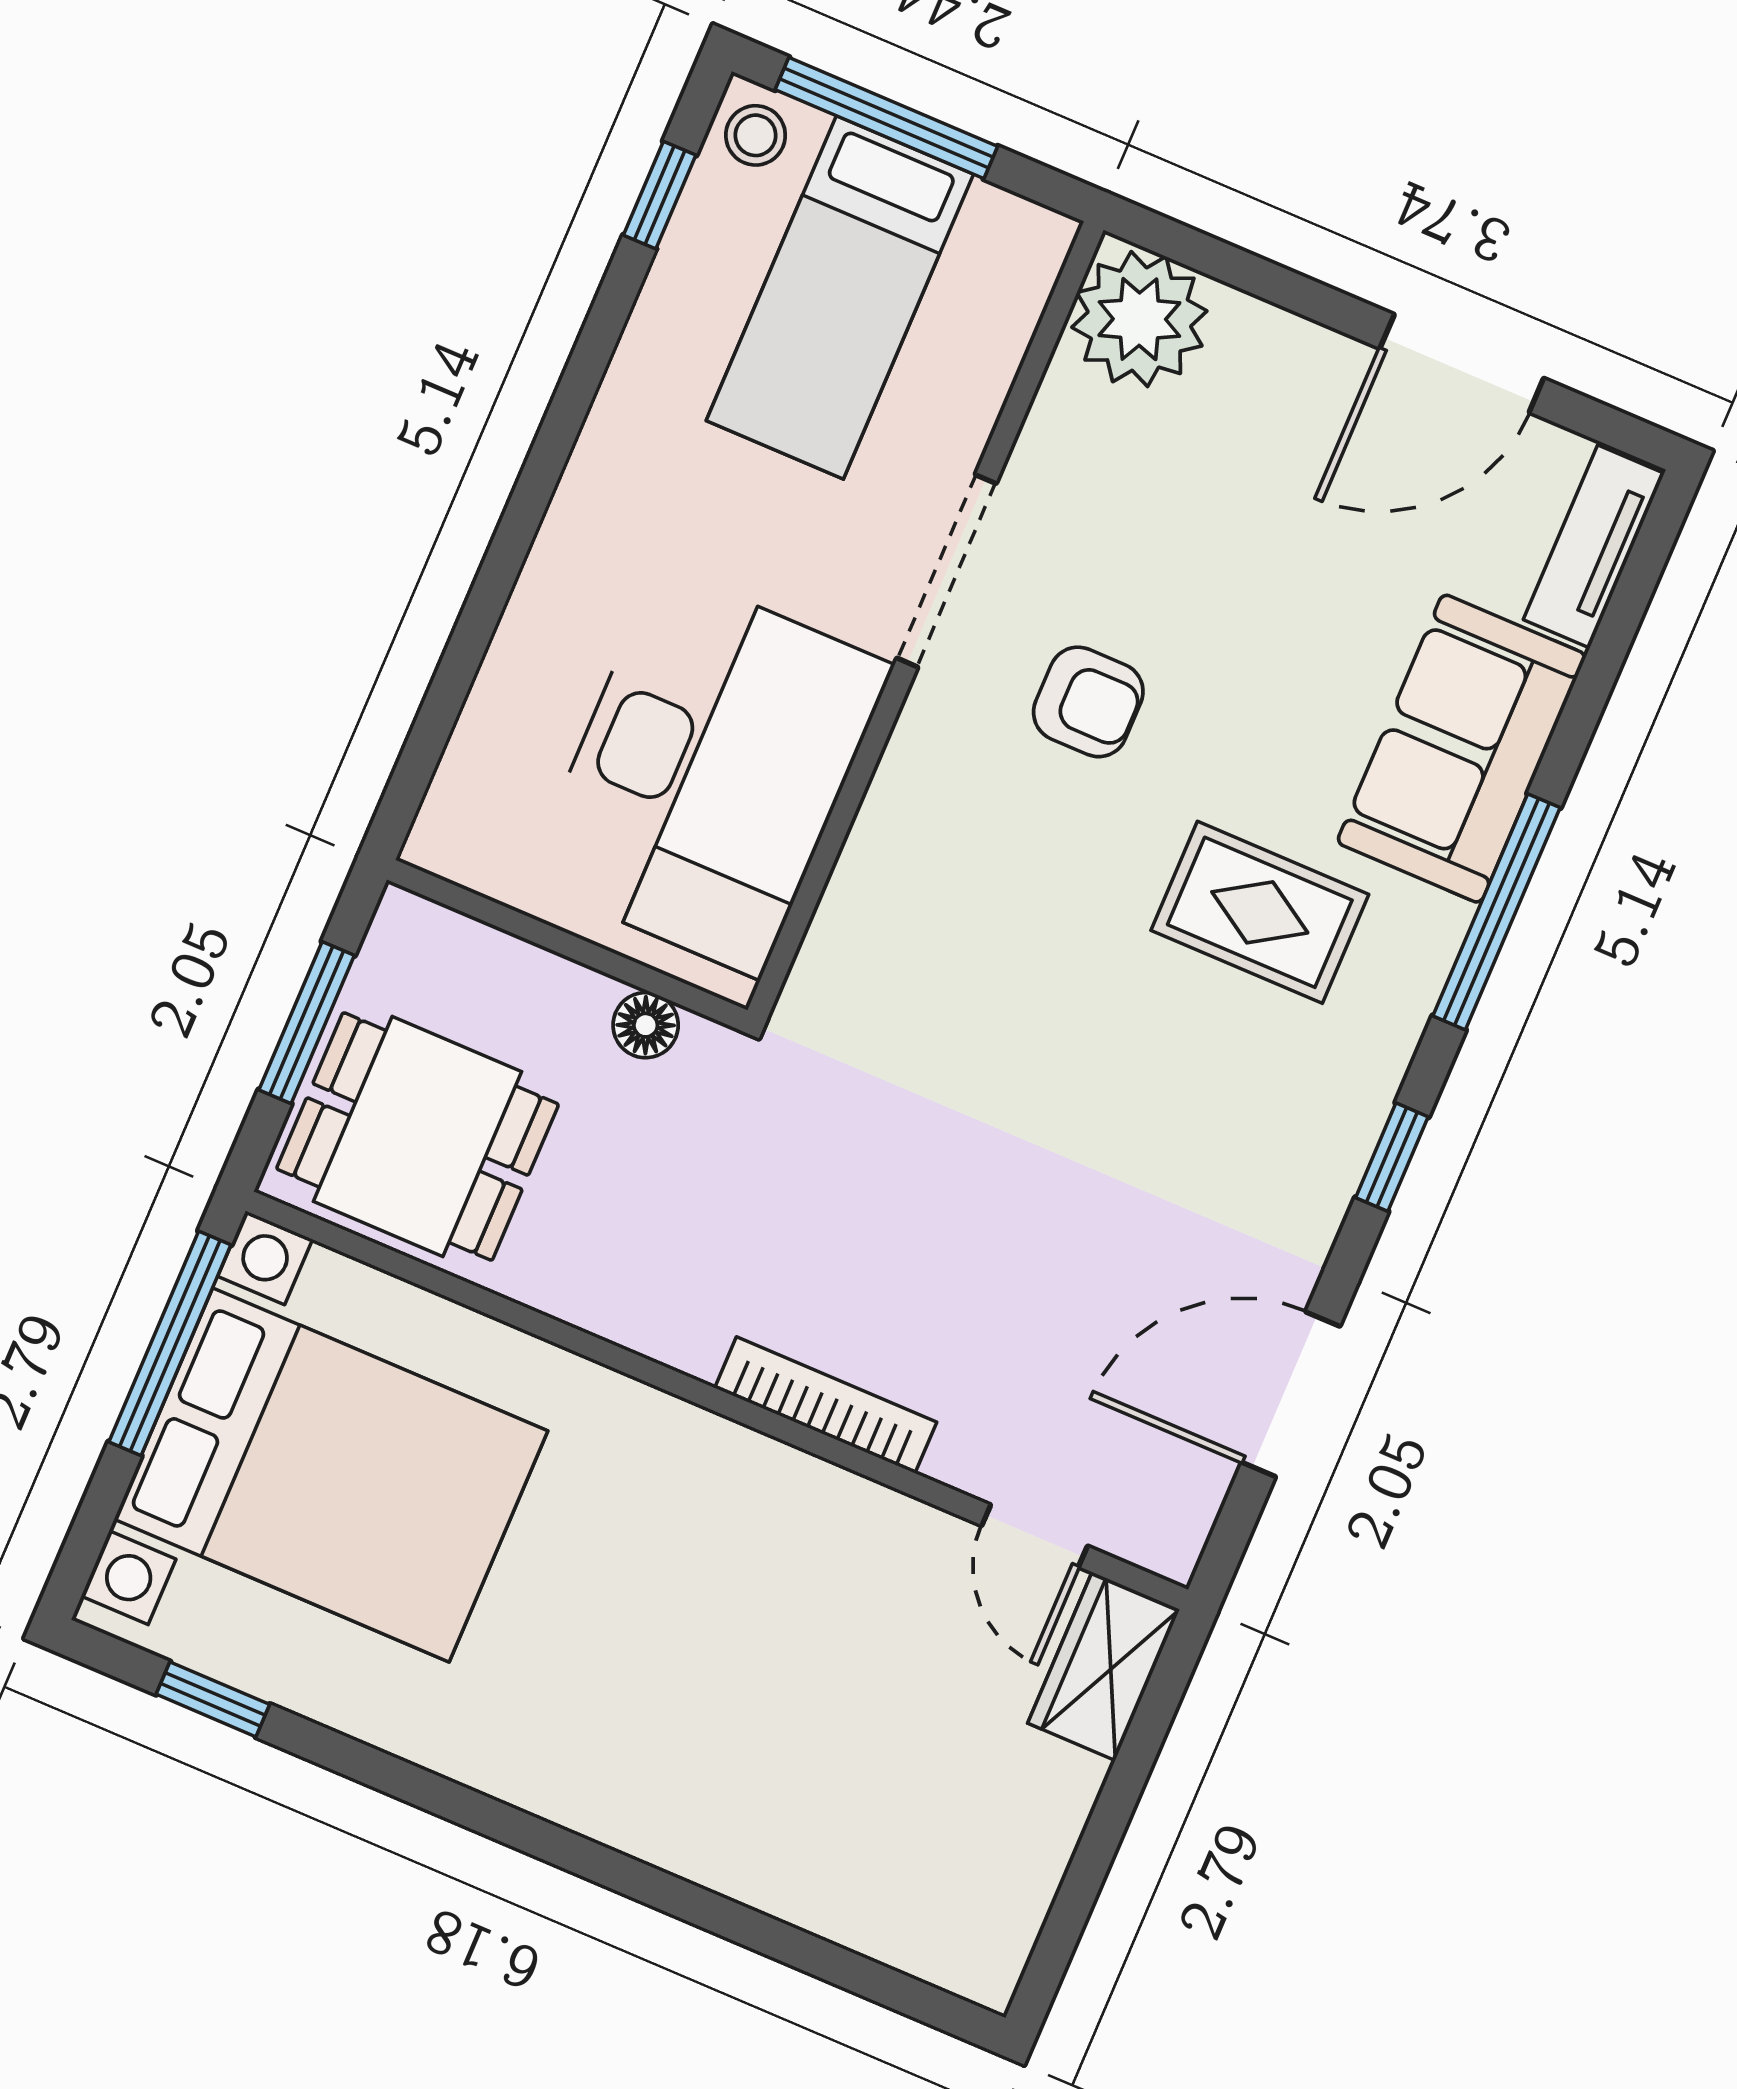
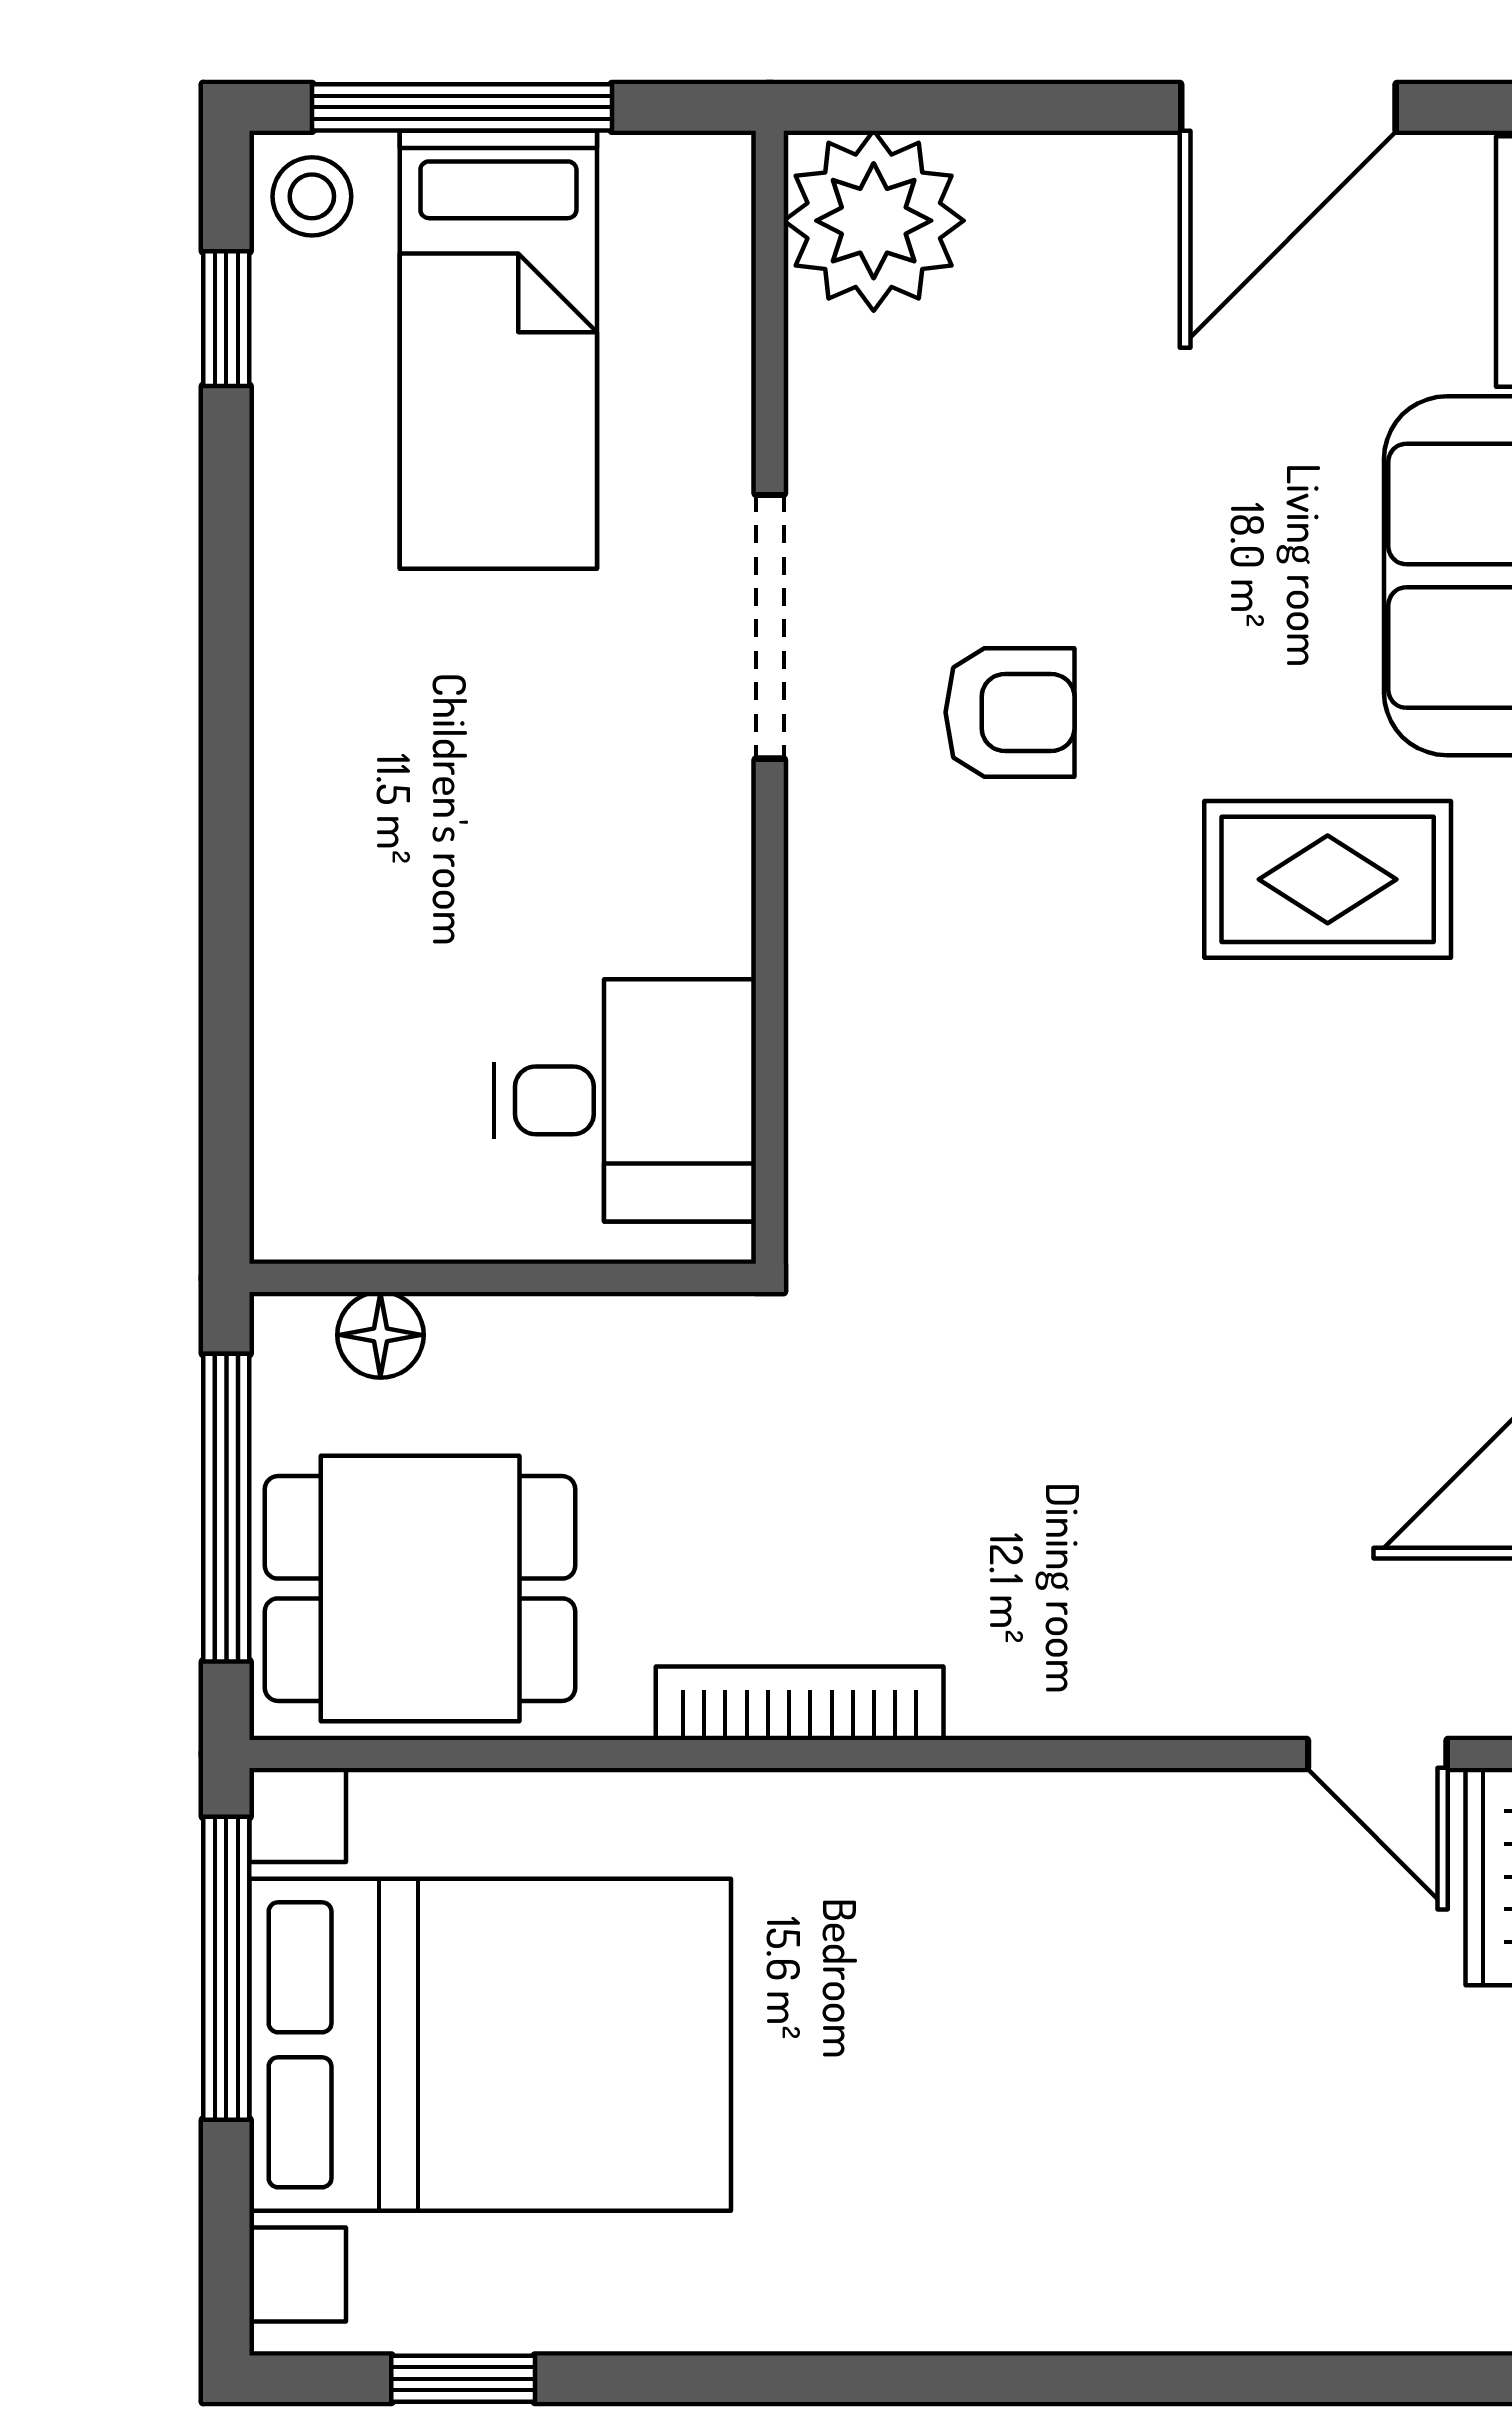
desk: (709, 772) -> (625, 1100), width x0.53, depth x0.77
window: (307, 1023) -> (226, 1508), width x1.44
floor lamp: (646, 1025) -> (380, 1335), moved
bookcase: (826, 1405) -> (800, 1703), moved

